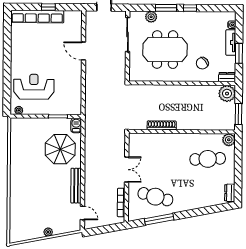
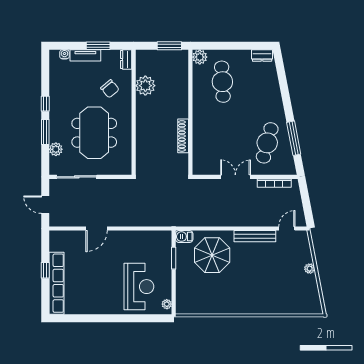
reception desk: (34, 87) -> (139, 287), turned 180
plant: (227, 94) -> (145, 86), moved

